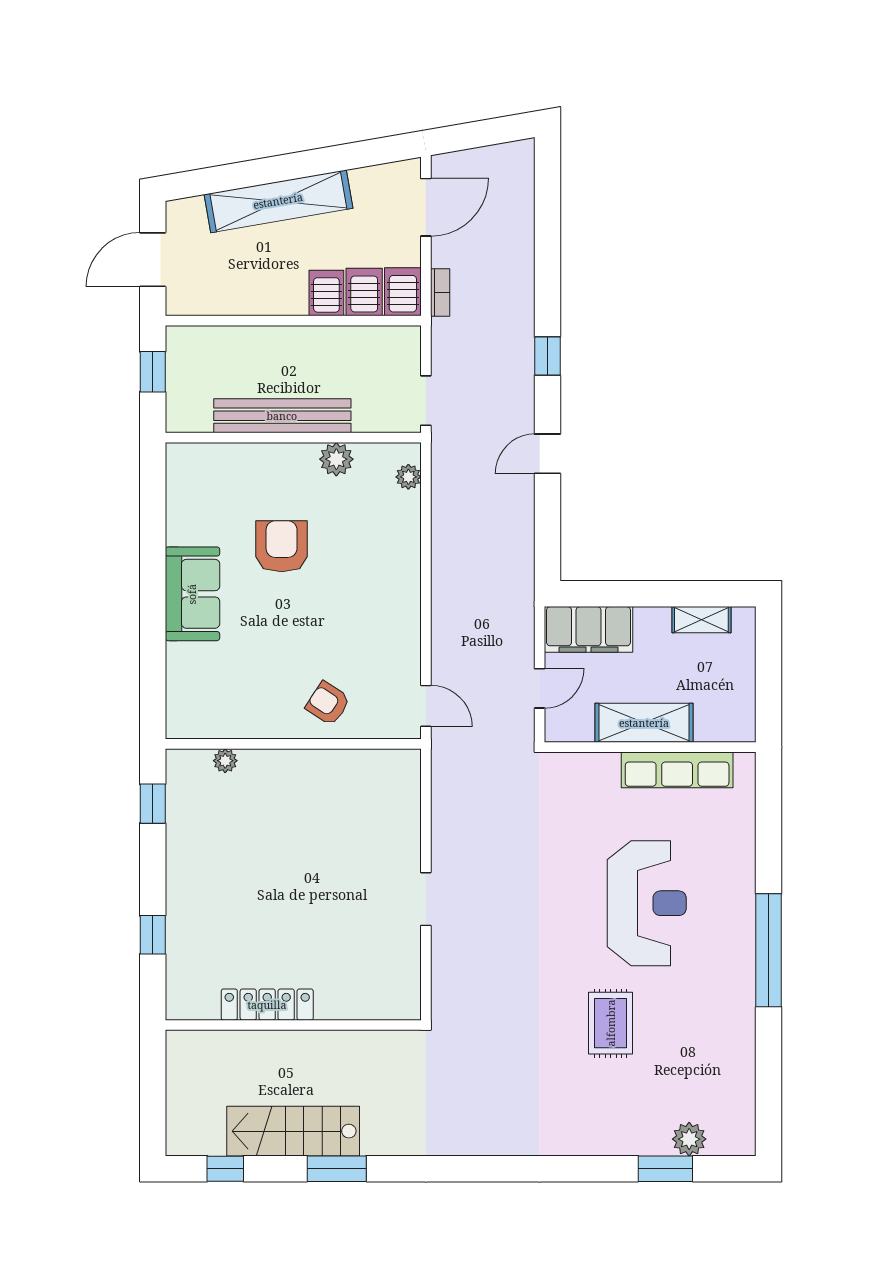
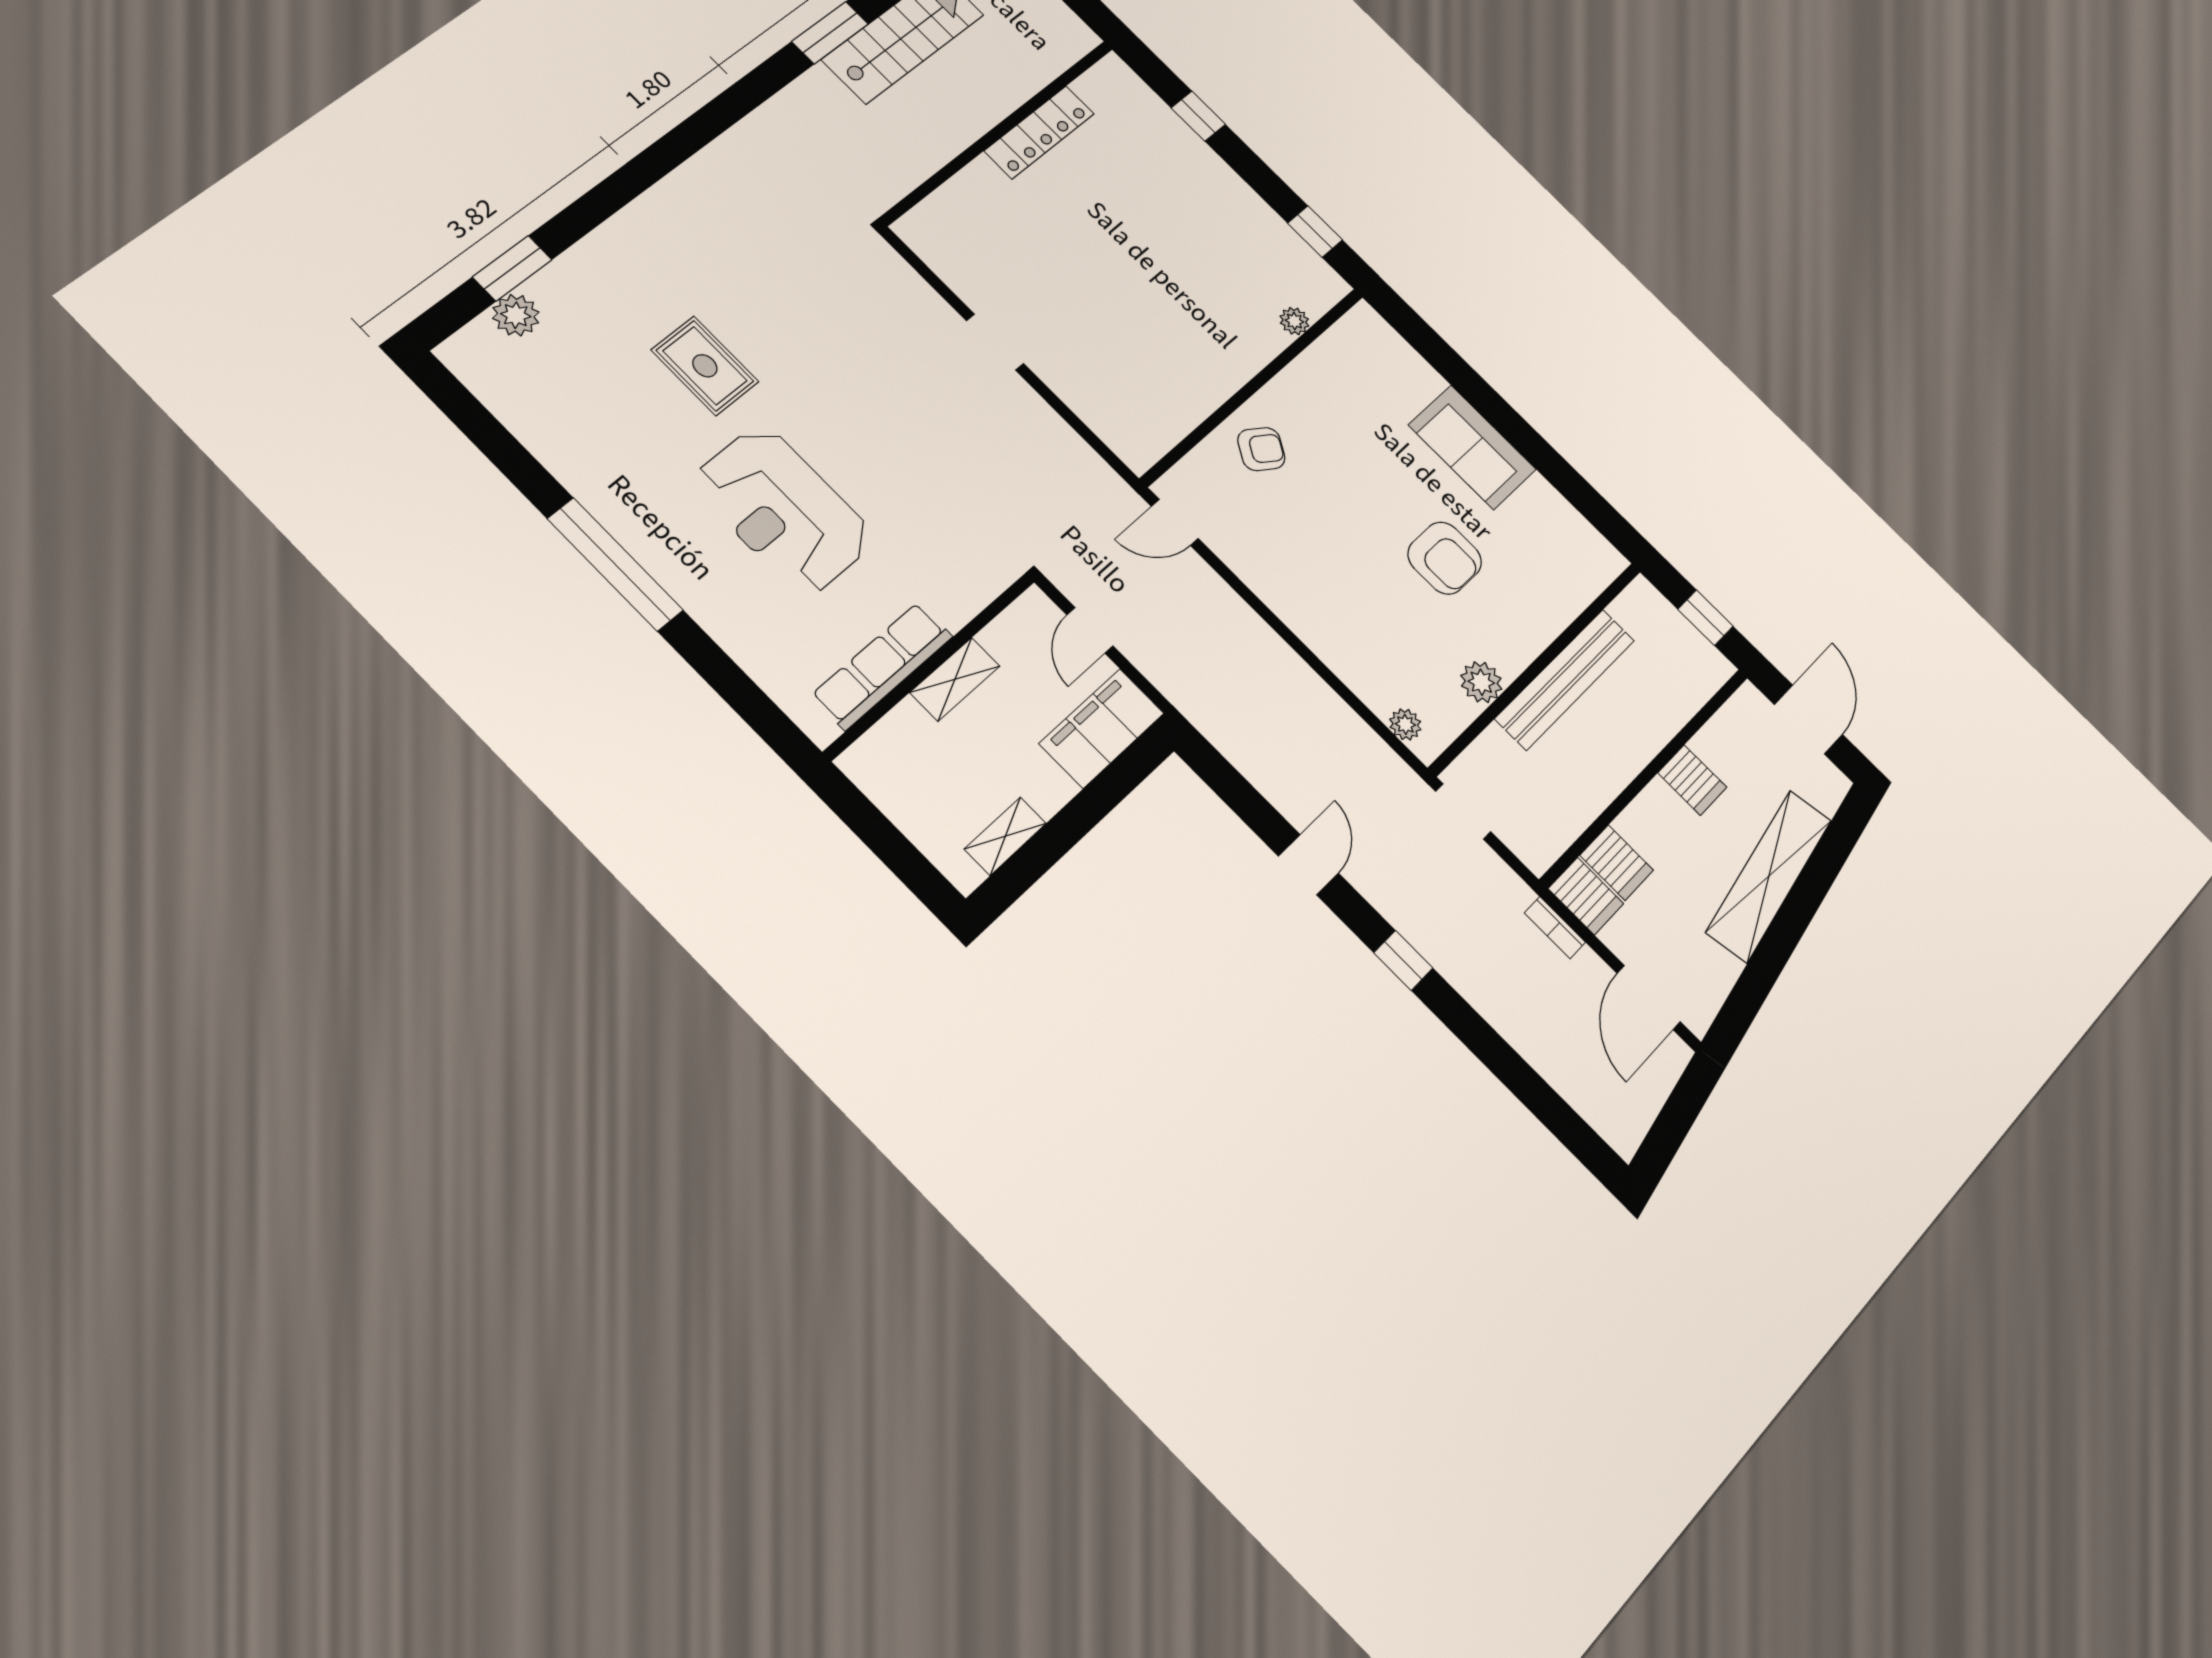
server rack: (326, 293) -> (1692, 780), moved
shelving: (644, 723) -> (955, 679), width x0.67, depth x0.75

